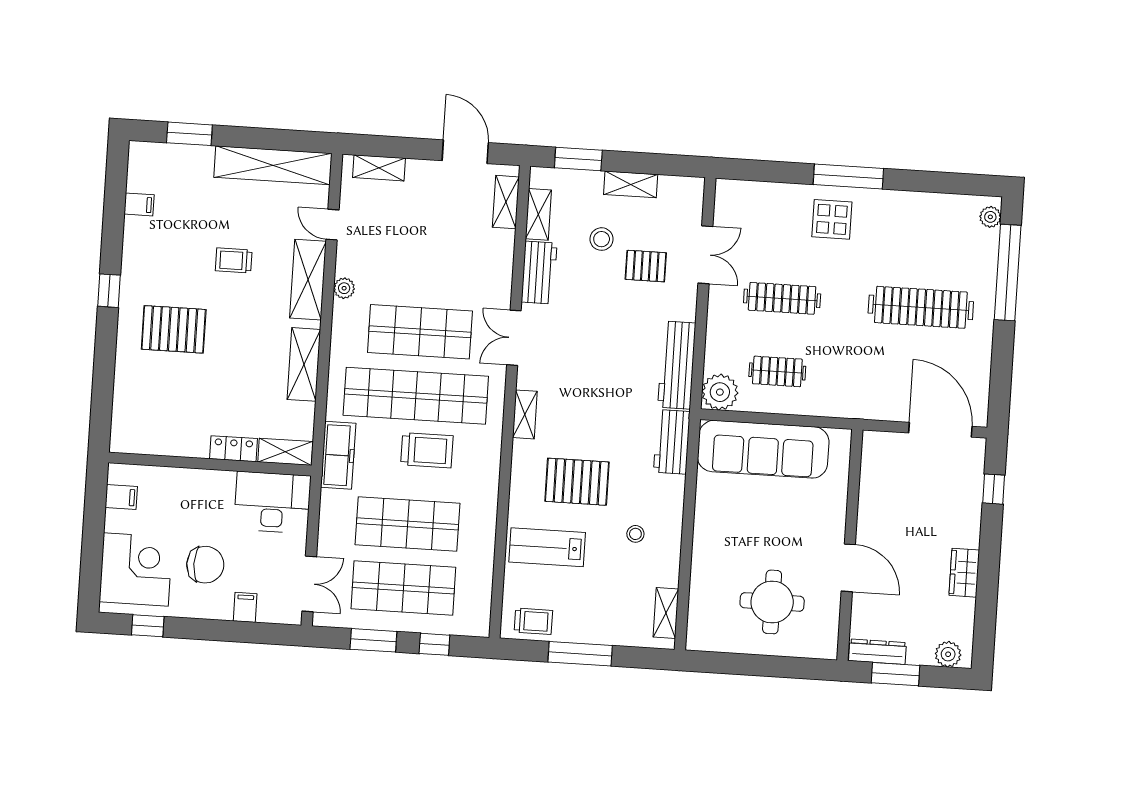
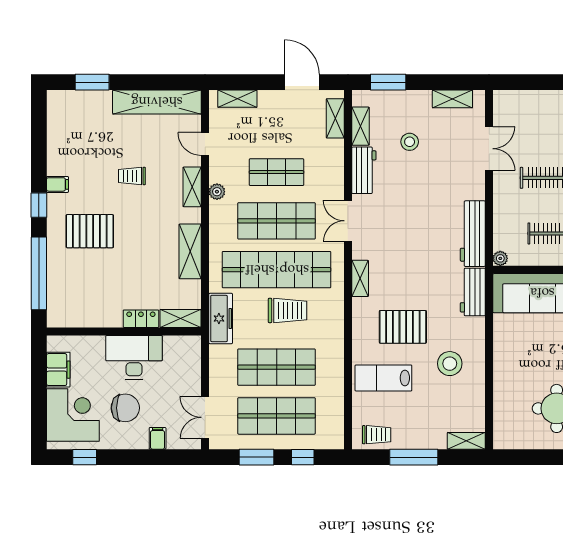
shelving: (631, 184) -> (452, 99), moved
filing cabinet: (139, 204) -> (57, 184), moved
pallet: (646, 266) -> (444, 160), removed
shop shelf: (424, 268) -> (277, 172), added
shelving: (308, 280) -> (192, 187), width x0.67, depth x0.75
window: (103, 380) -> (39, 273), added
plant: (720, 392) -> (500, 258), width x0.53, depth x0.53
filing cabinet: (121, 497) -> (58, 370), width x2.00
desk: (272, 502) -> (134, 357), moved
stool: (635, 534) -> (450, 364), width x1.89, depth x1.89
double door: (309, 584) -> (205, 417), swing flipped
shelving: (666, 613) -> (466, 441), moved, turned 90

